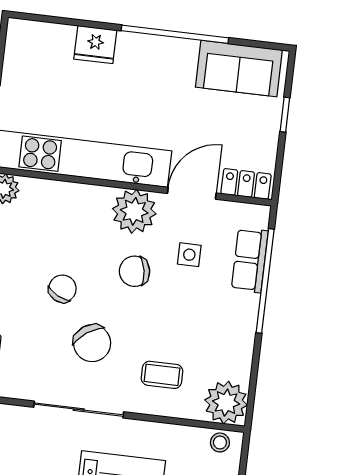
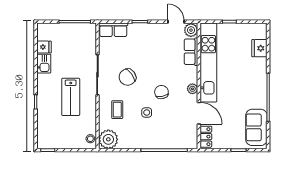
fridge: (95, 45) -> (259, 48), moved
plant: (134, 211) -> (192, 89), width x0.53, depth x0.53
side table: (189, 255) -> (147, 112), moved
row of seats: (250, 260) -> (191, 52), moved, turned -90
chair: (62, 289) -> (150, 61), removed

